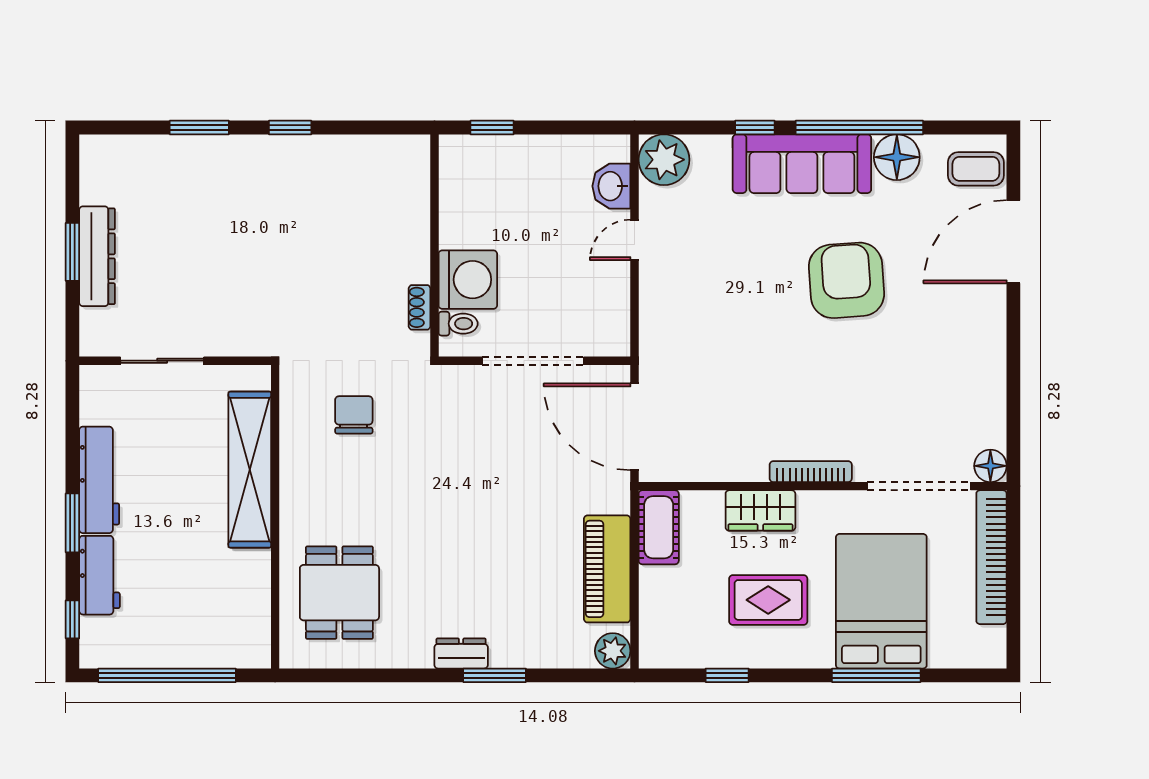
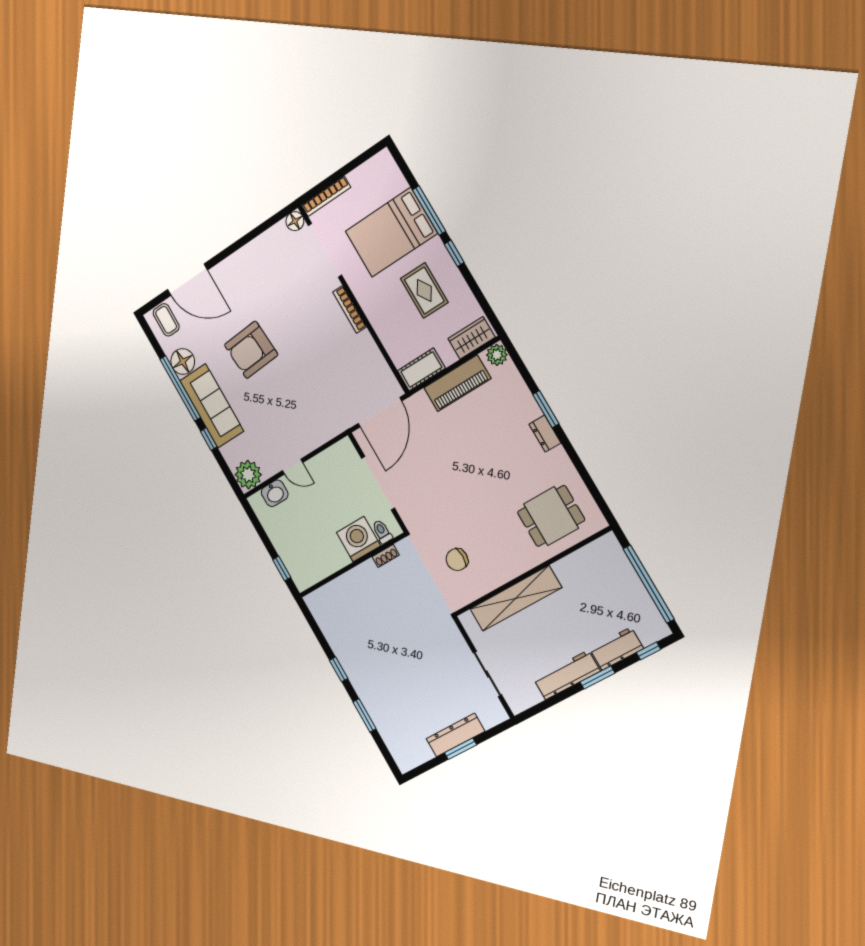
wardrobe: (760, 510) -> (471, 338), moved, turned -90
bookcase: (991, 557) -> (326, 196), width x0.68, depth x0.76
window: (727, 675) -> (454, 253), moved

